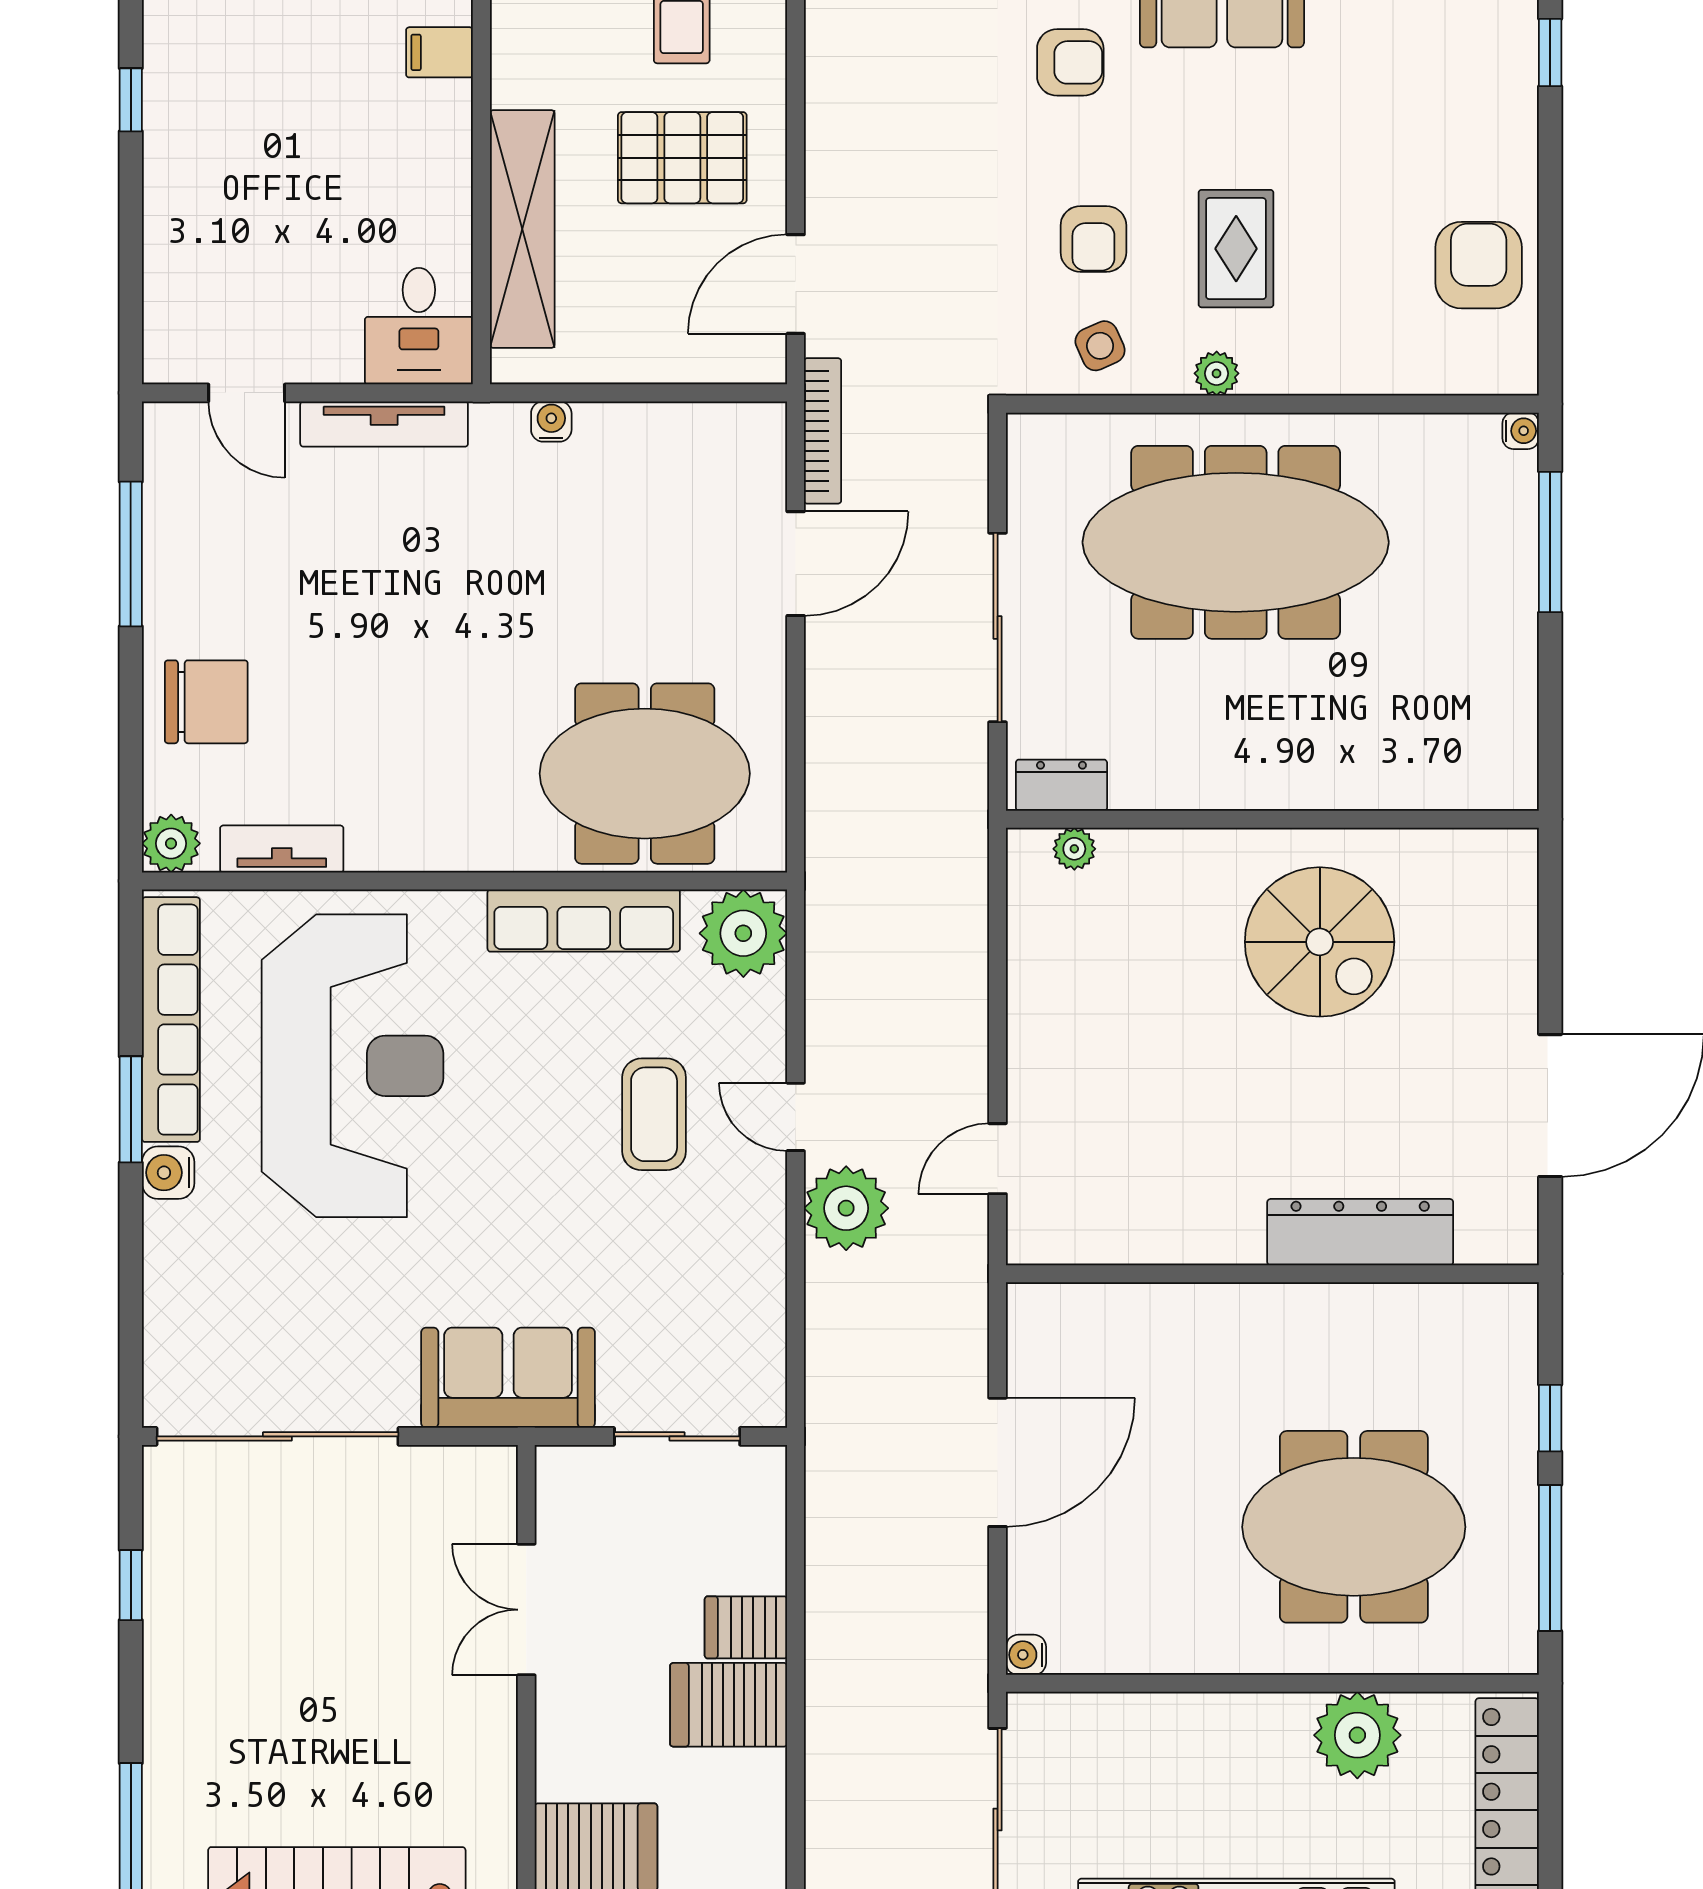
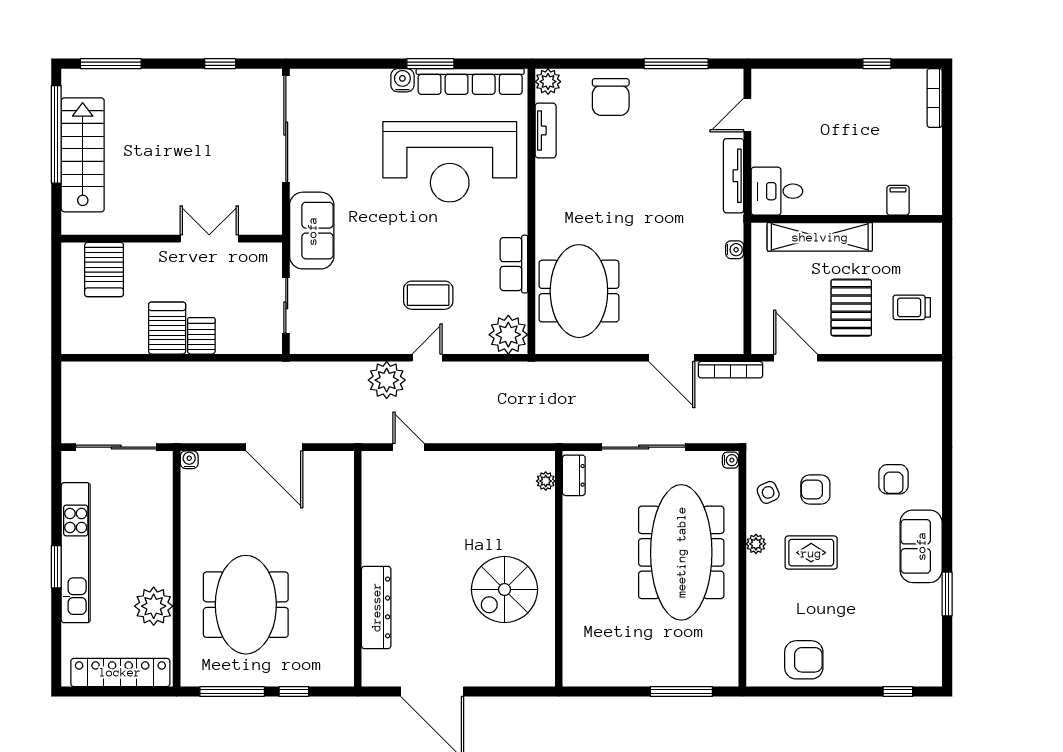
water cooler: (1521, 431) -> (731, 460), moved, turned -90
row of seats: (584, 921) -> (514, 264), width x0.68

